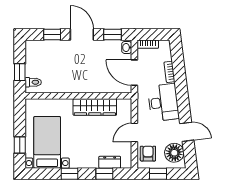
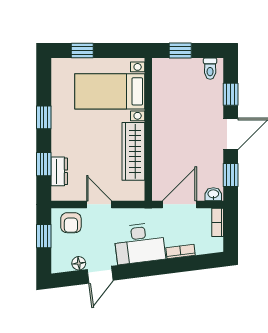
toilet: (33, 82) -> (210, 69), moved
bed with nightstands: (47, 142) -> (110, 91), moved, turned 180
floor lamp: (174, 153) -> (79, 263), width x0.53, depth x0.53
armchair: (148, 154) -> (71, 223), turned 90

